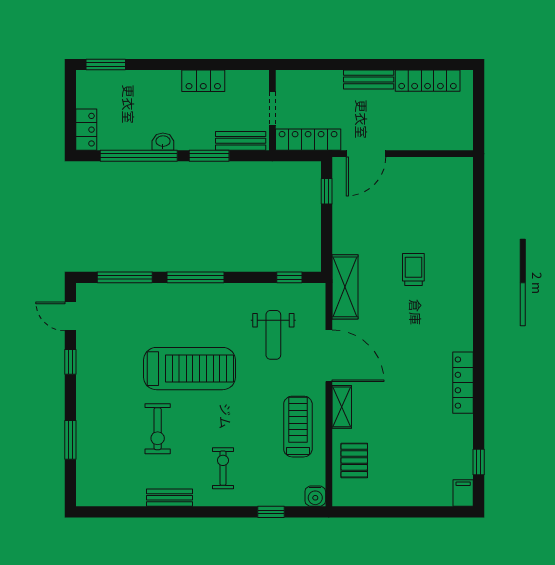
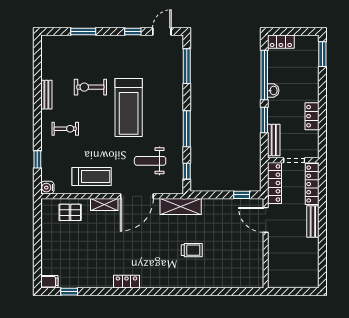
locker: (428, 81) -> (312, 184), moved
window: (195, 277) -> (187, 129), moved
locker: (463, 383) -> (126, 282), width x0.66

